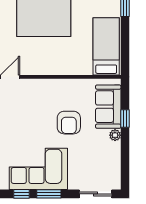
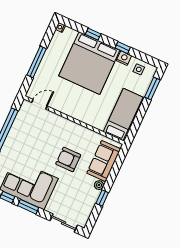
window: (125, 118) -> (102, 198), moved
armchair: (69, 123) -> (68, 159), turned 90

